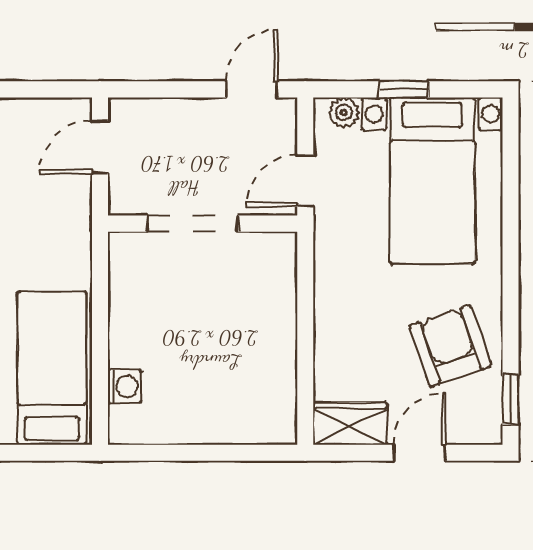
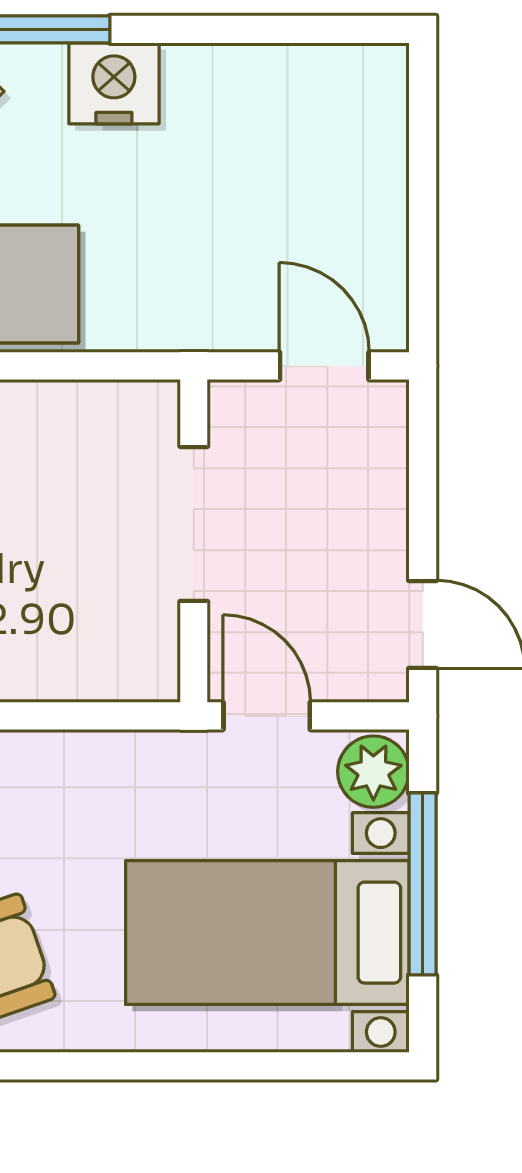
window: (404, 89) -> (423, 884), width x2.17
plant: (344, 112) -> (373, 772), width x1.38, depth x1.38

